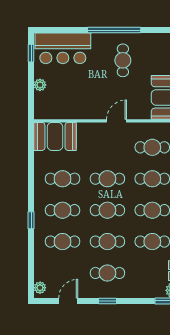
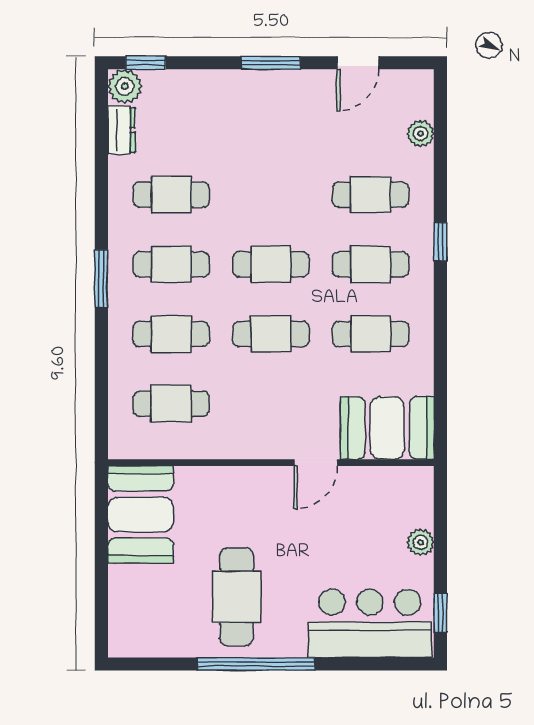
cafe table: (123, 60) -> (237, 597), width x1.37, depth x1.35
door: (117, 121) -> (316, 463), moved
cafe table: (107, 242) -> (271, 195), removed
cafe table: (107, 273) -> (271, 125), removed
plant: (40, 288) -> (421, 134), moved
window: (107, 301) -> (271, 63), width x1.50

